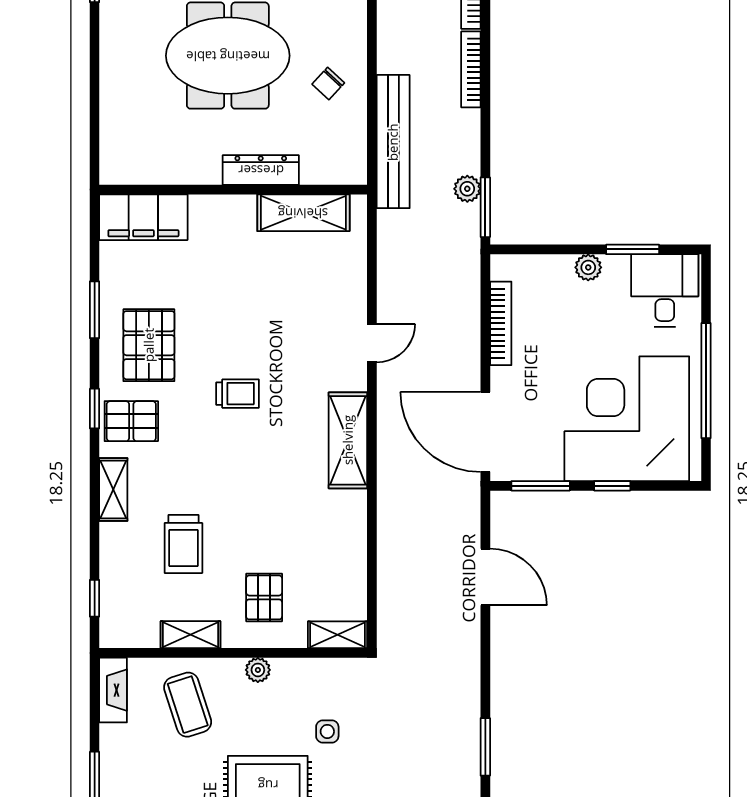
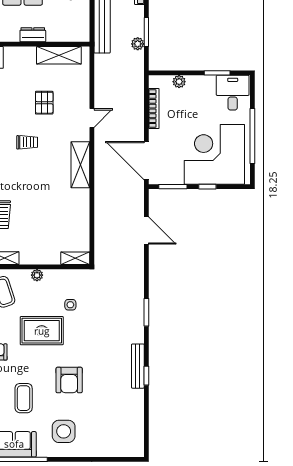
dresser: (261, 170) -> (33, 35), width x0.70
window: (485, 207) -> (146, 32), moved
plant: (588, 267) -> (179, 82), moved
pallet: (264, 597) -> (44, 103), moved

